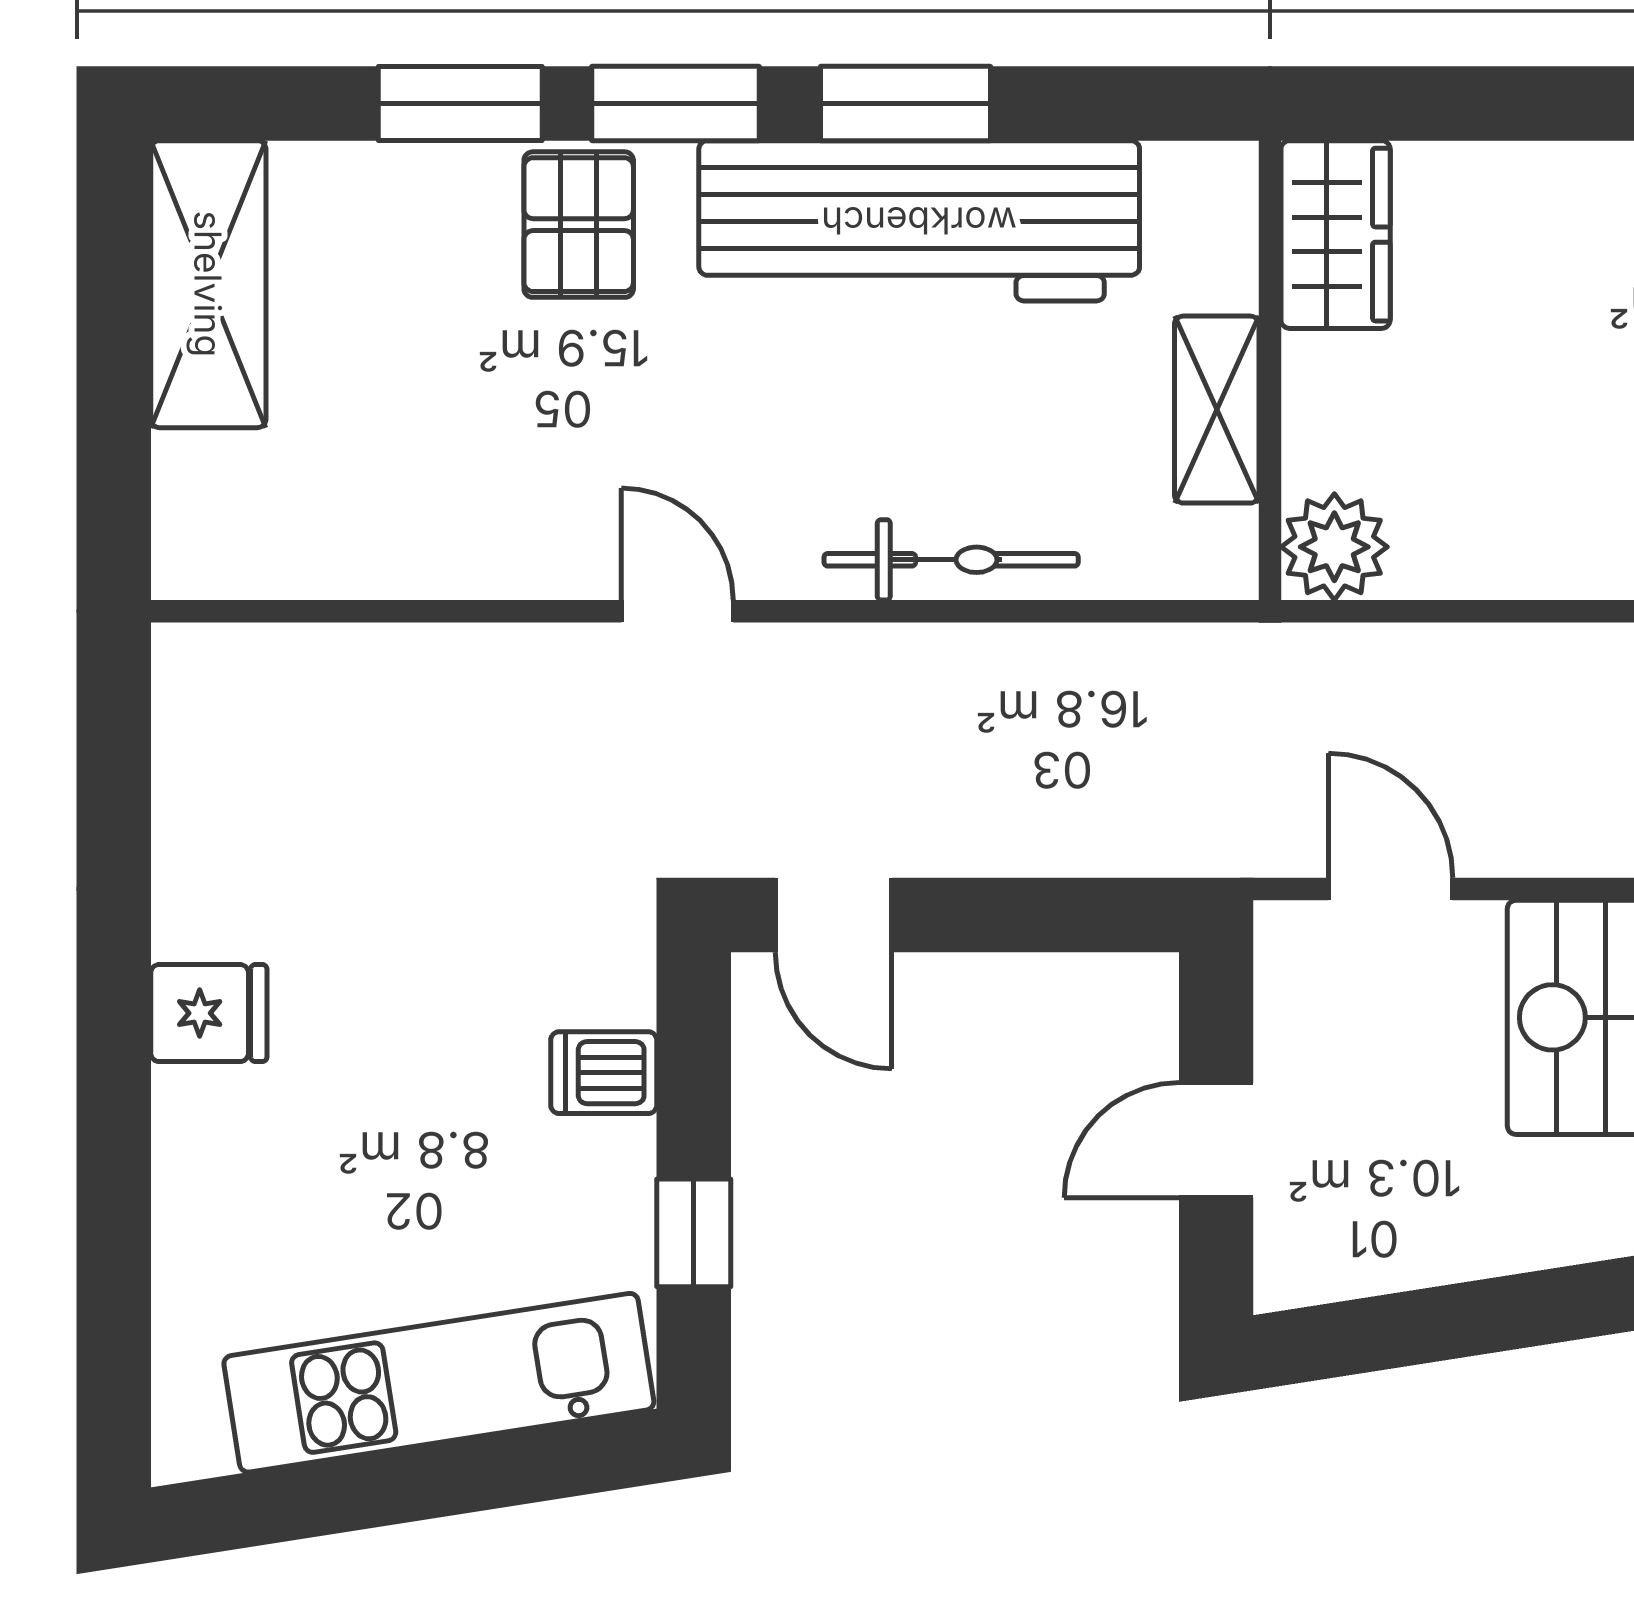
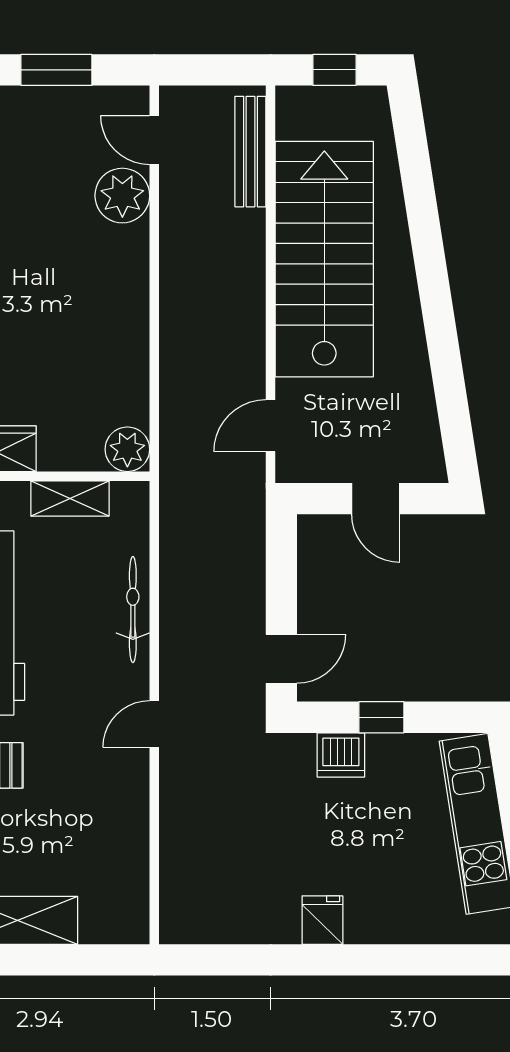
dishwasher: (604, 1073) -> (341, 755), width x1.38
window: (694, 1233) -> (381, 717), moved

